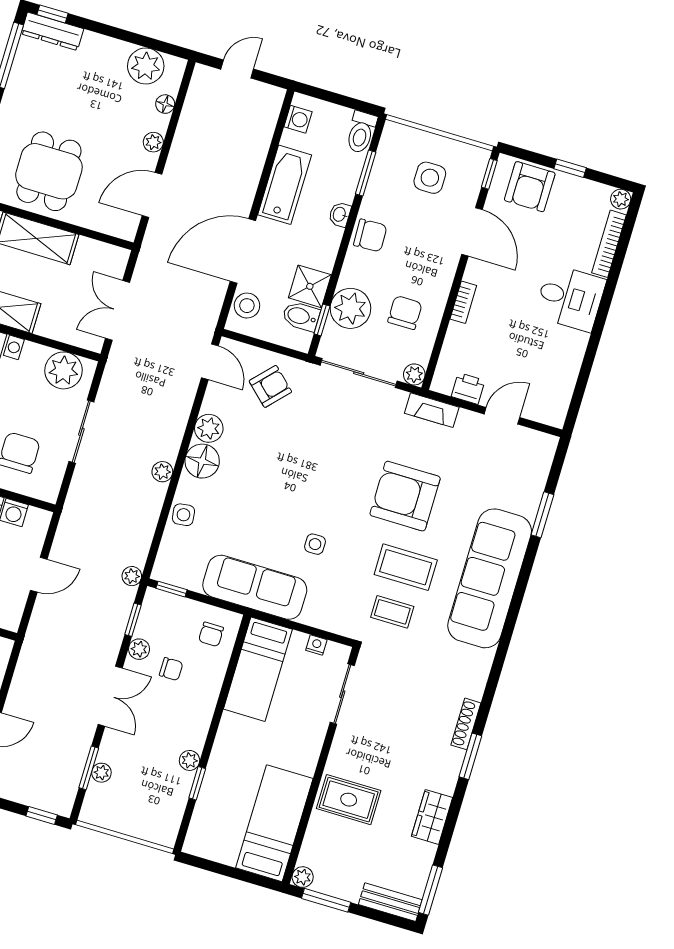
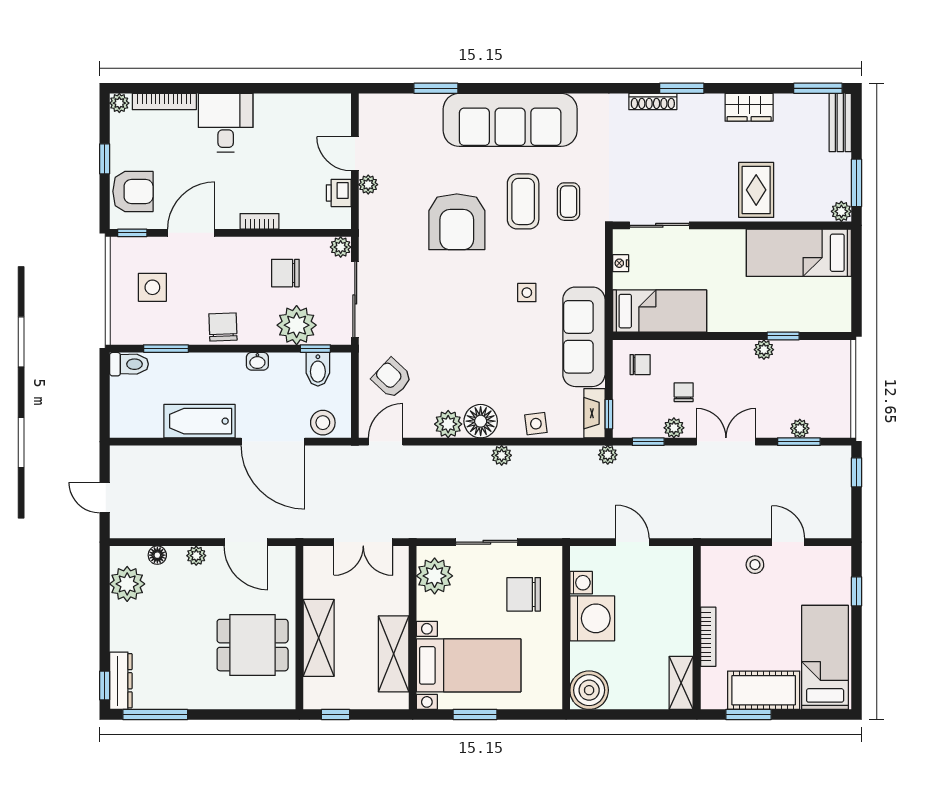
washing machine: (298, 119) -> (134, 427), removed
washbasin: (340, 214) -> (257, 361), moved
shower: (310, 286) -> (287, 369), removed
fireplace: (432, 410) -> (594, 413), moved, turned 180
plant: (468, 420) -> (368, 185), added

